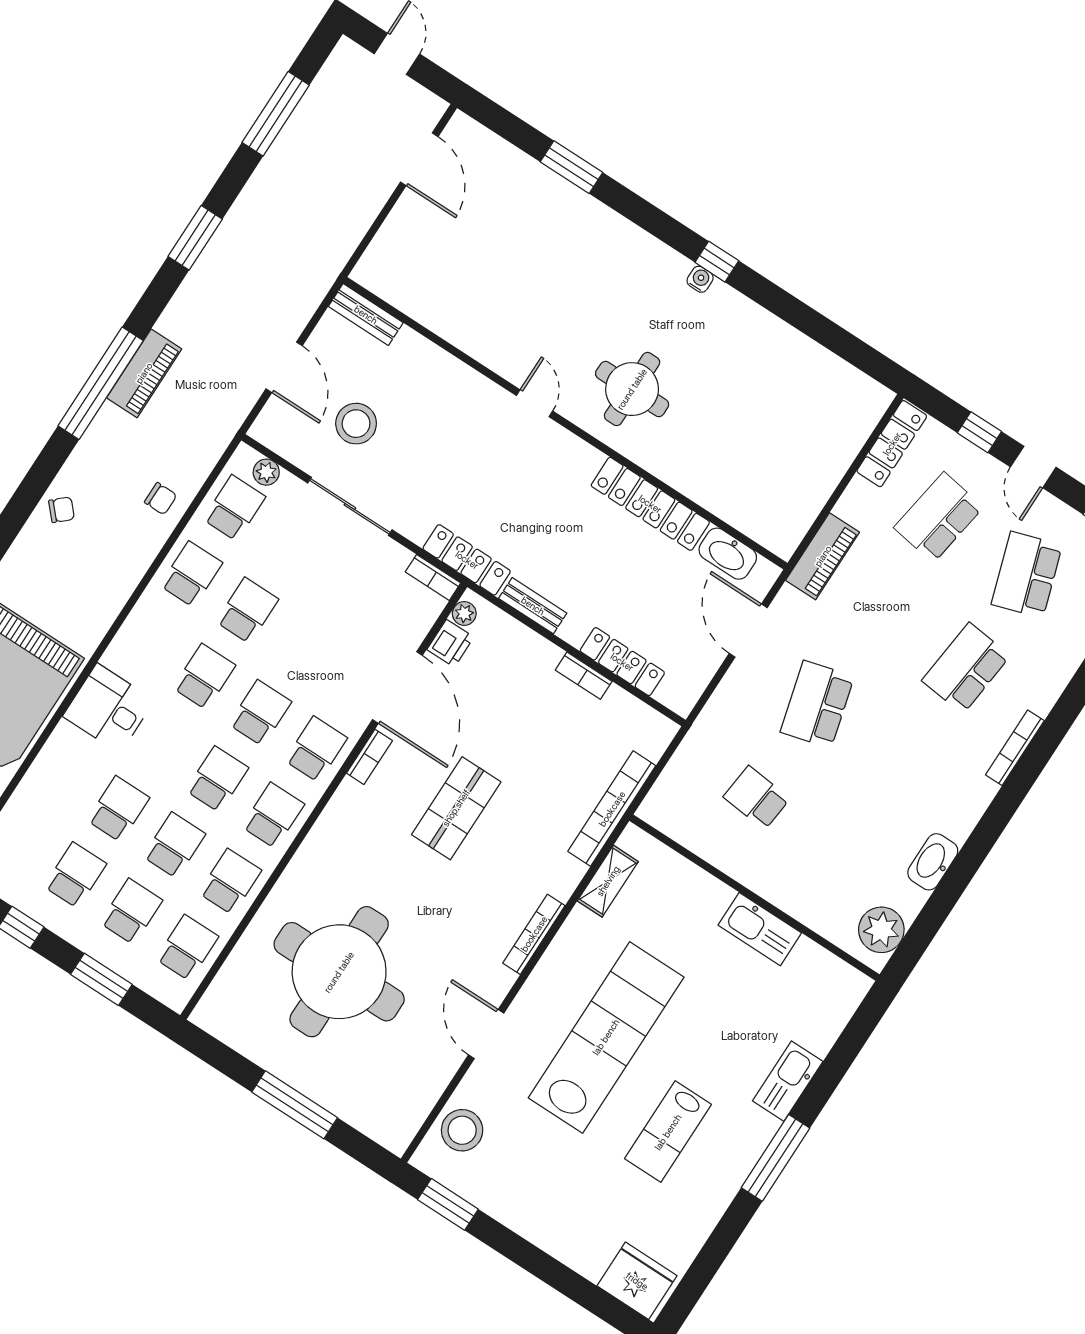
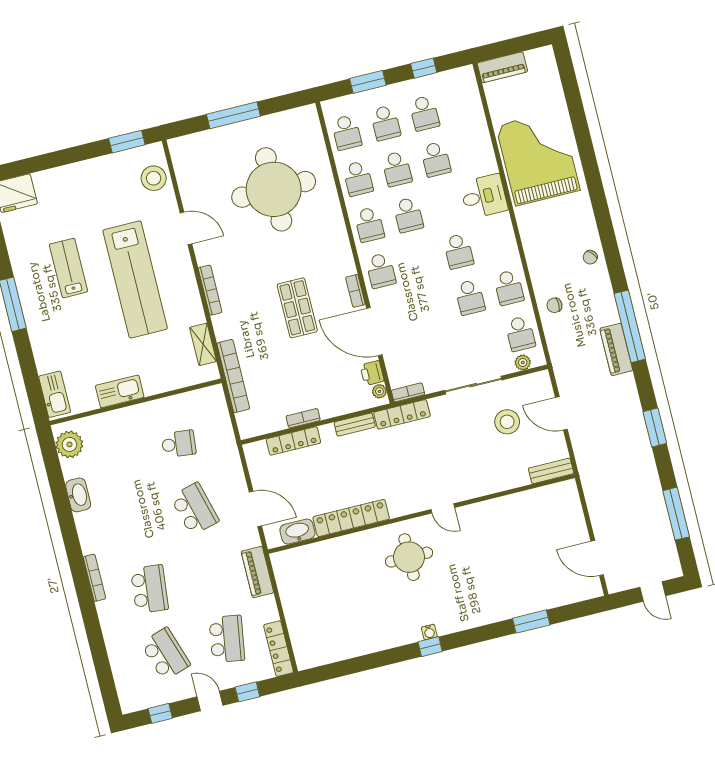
school desk: (260, 713) -> (420, 261), removed
kitchen sink: (788, 1081) -> (55, 394), moved

